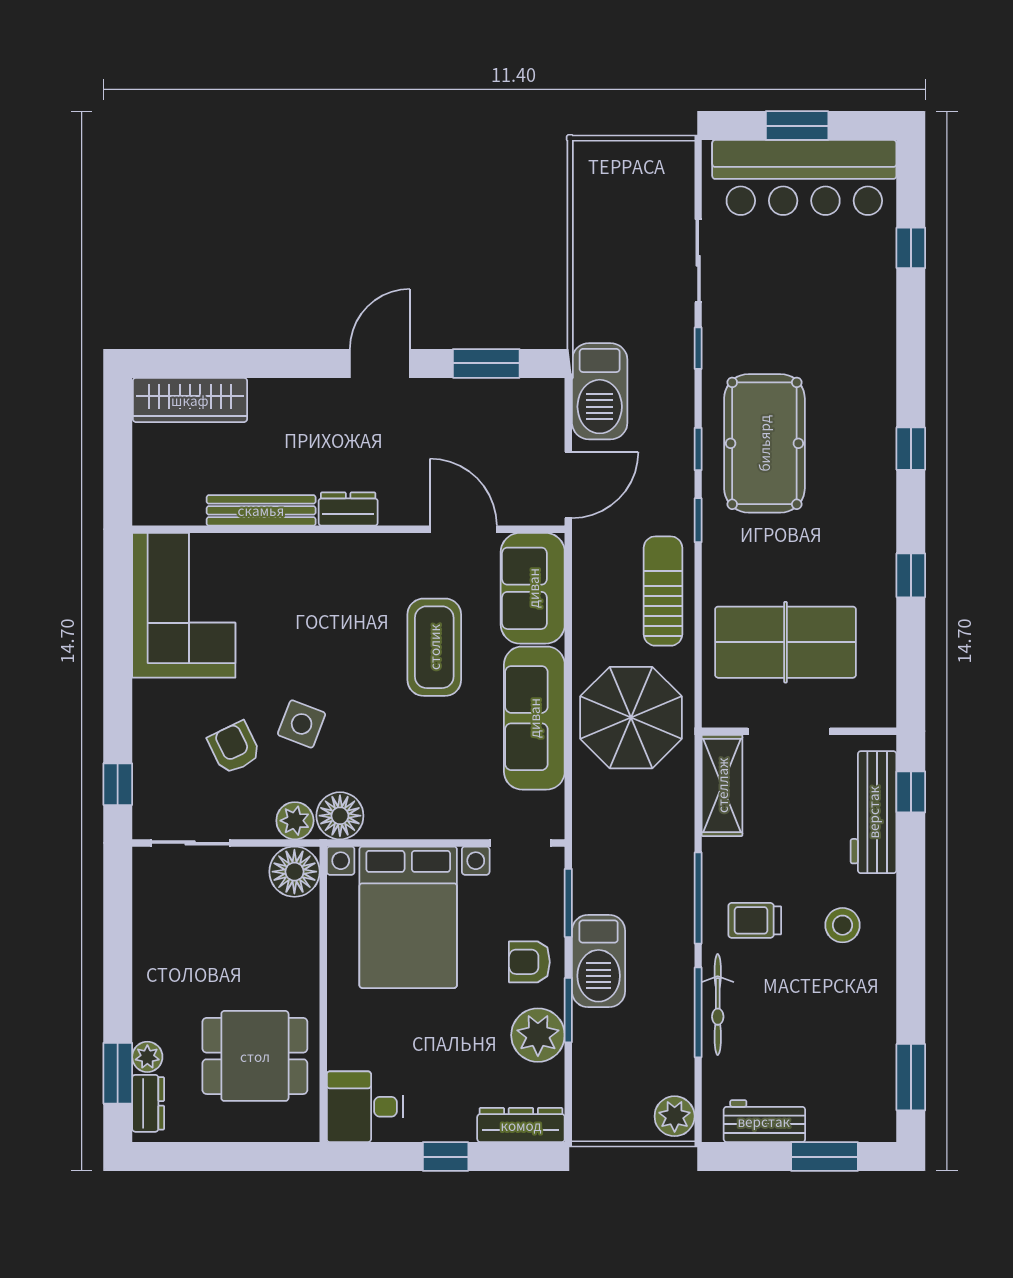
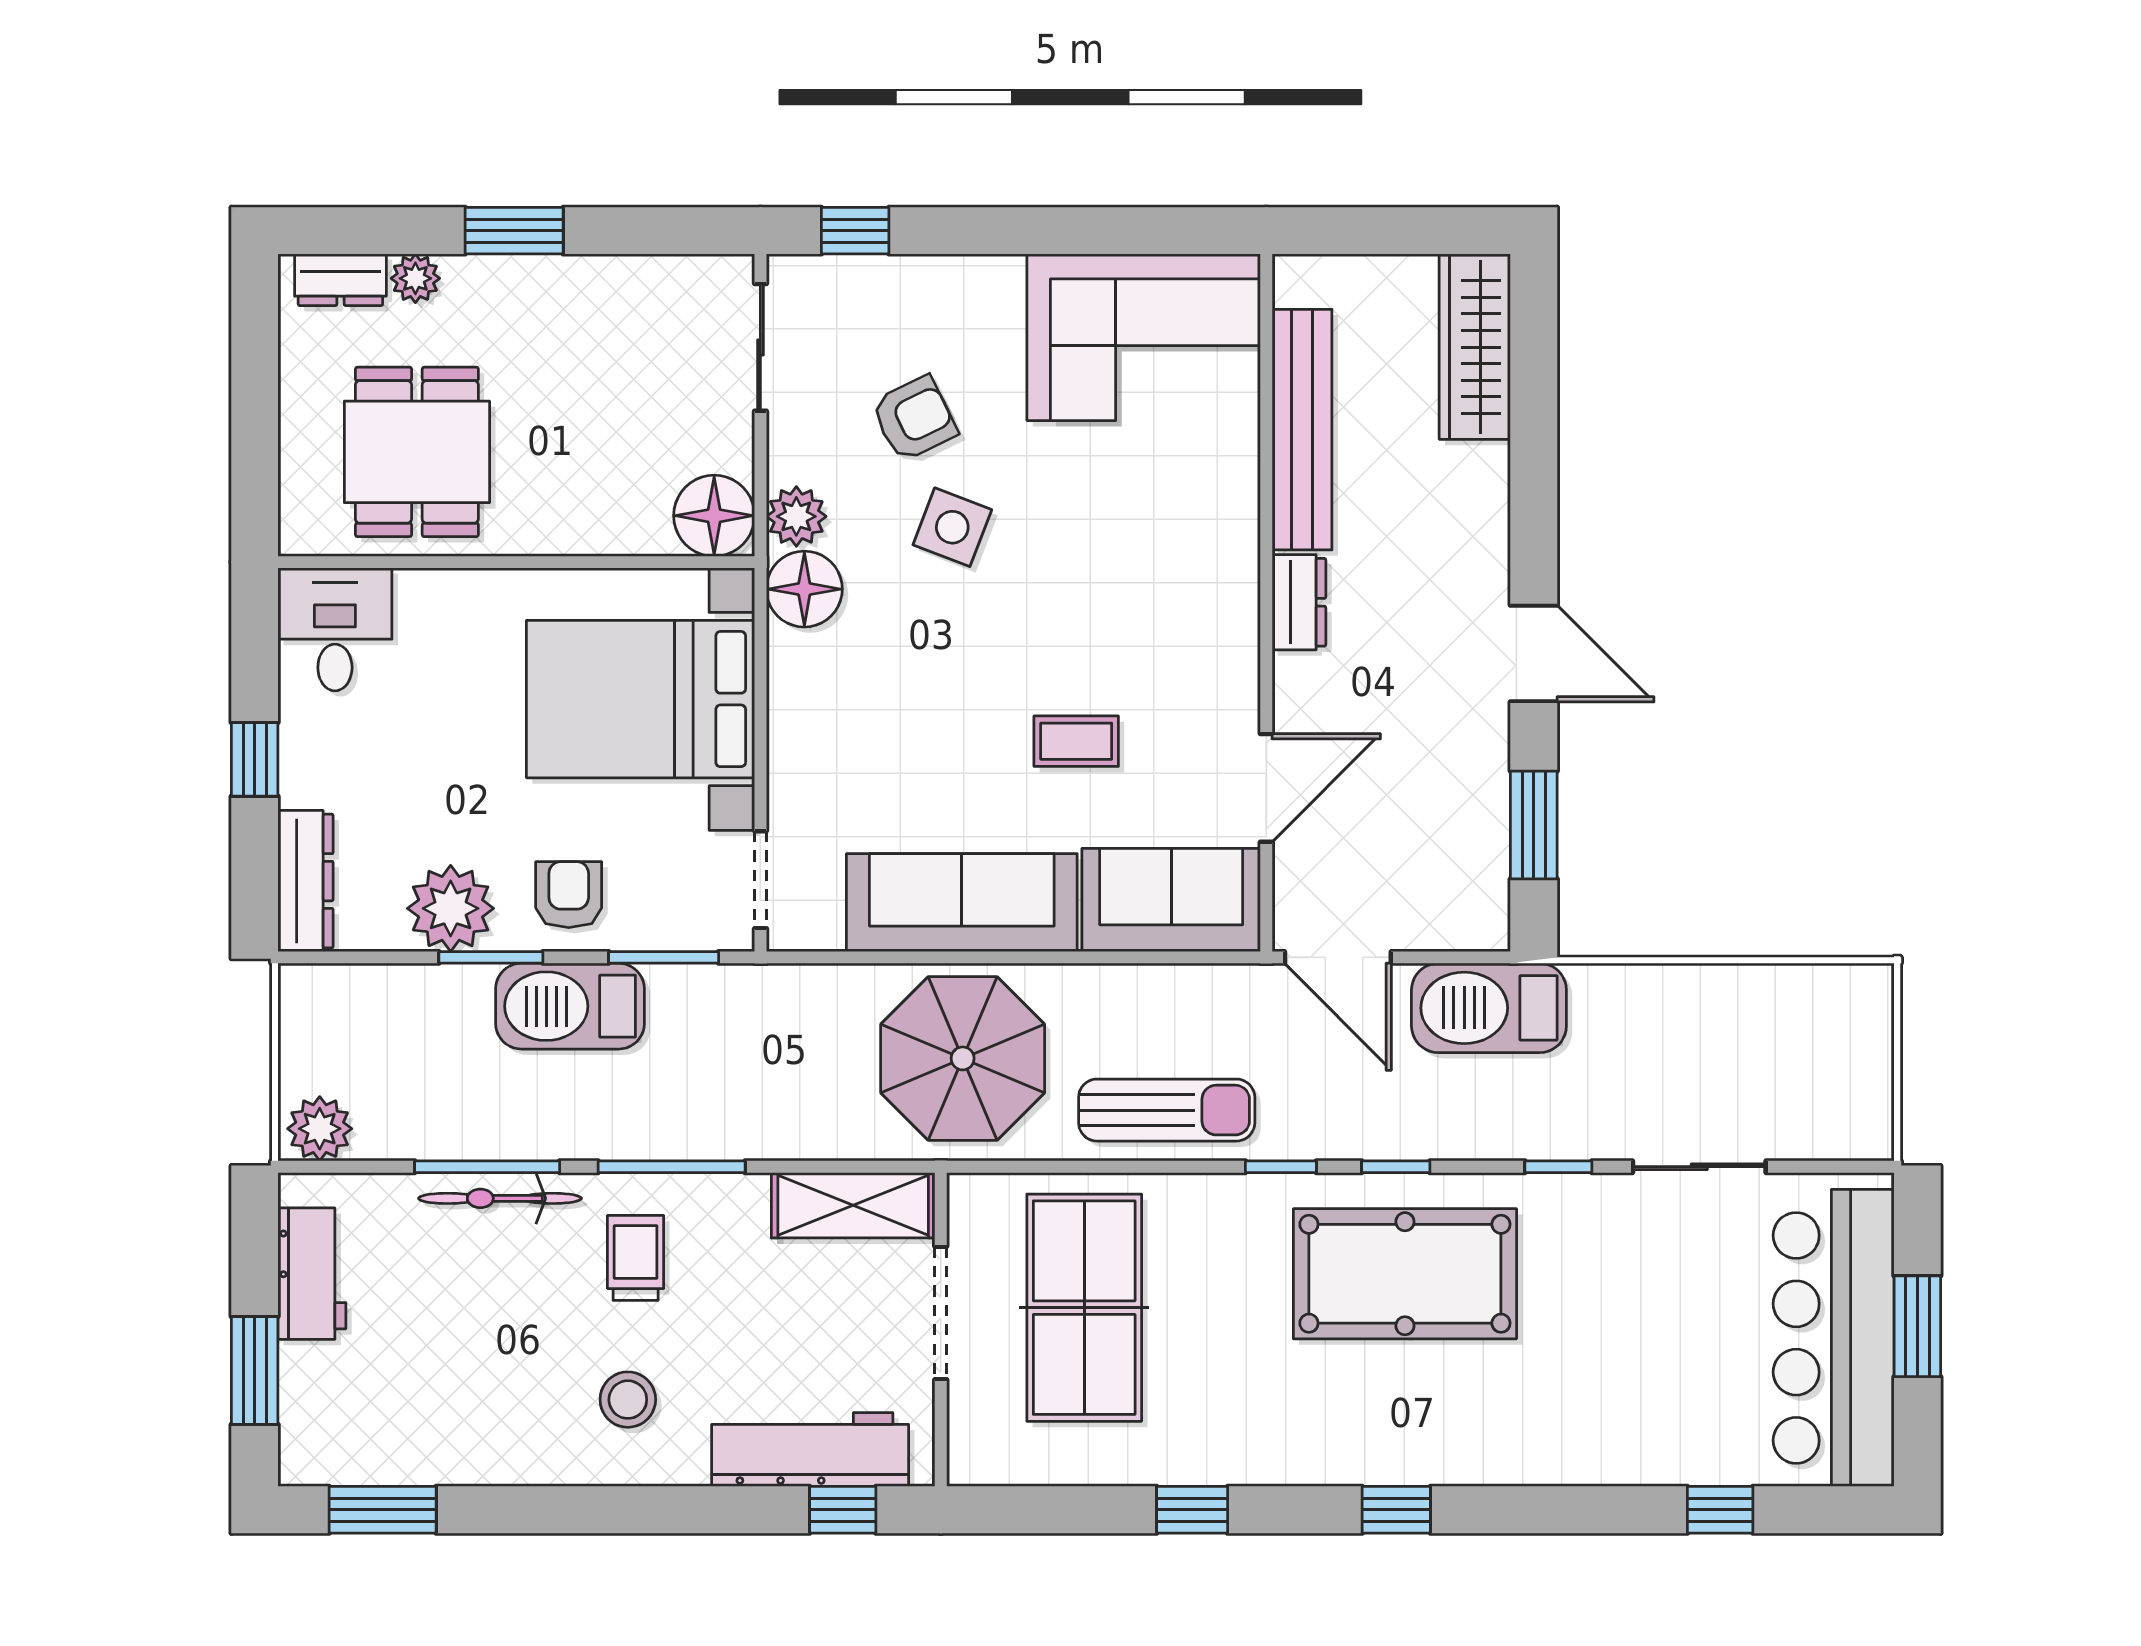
bench: (261, 510) -> (1302, 430), width x1.37, depth x1.21
coffee table: (434, 647) -> (1076, 741), width x0.54, depth x0.58
window: (118, 1073) -> (514, 231), moved

